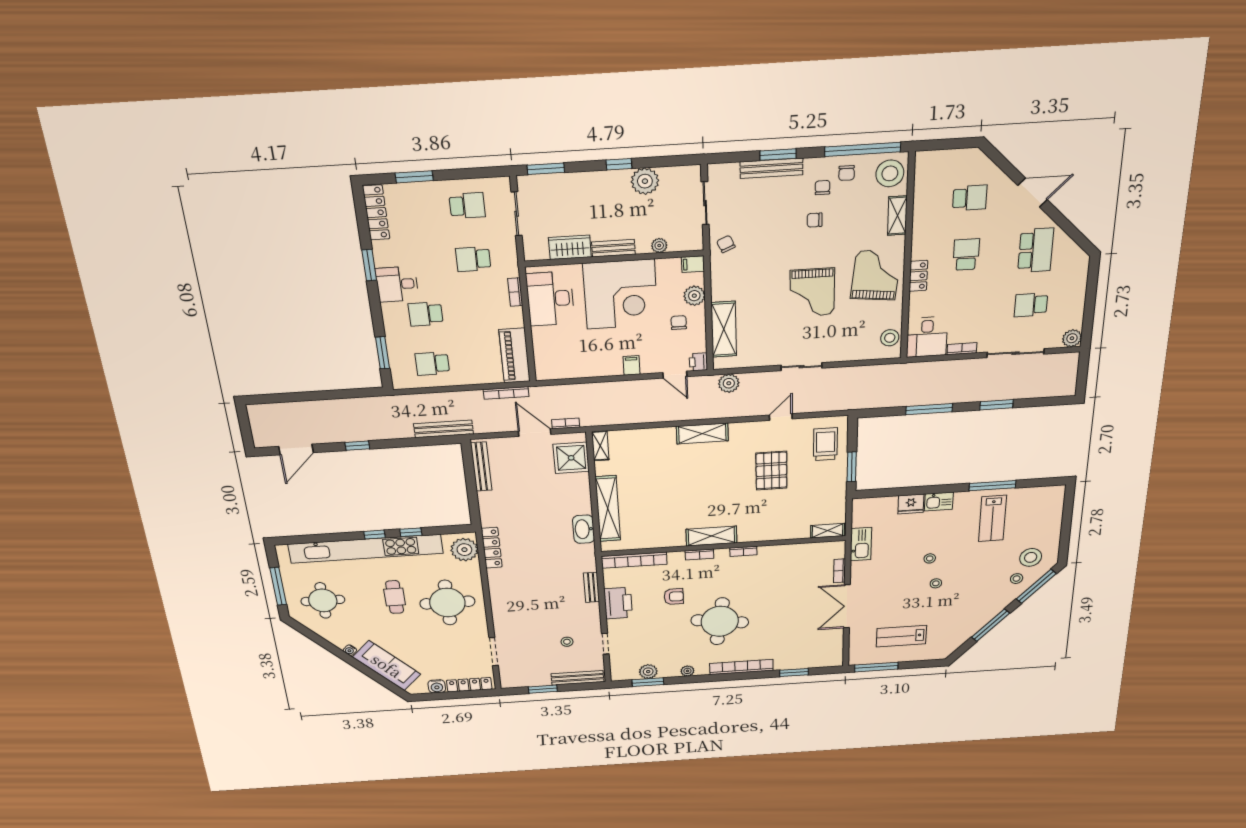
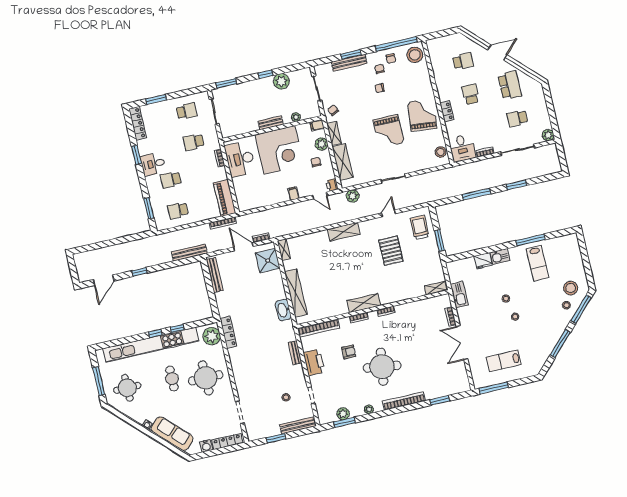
shelving: (897, 216) -> (334, 133), moved
wardrobe: (570, 247) -> (246, 126), removed

